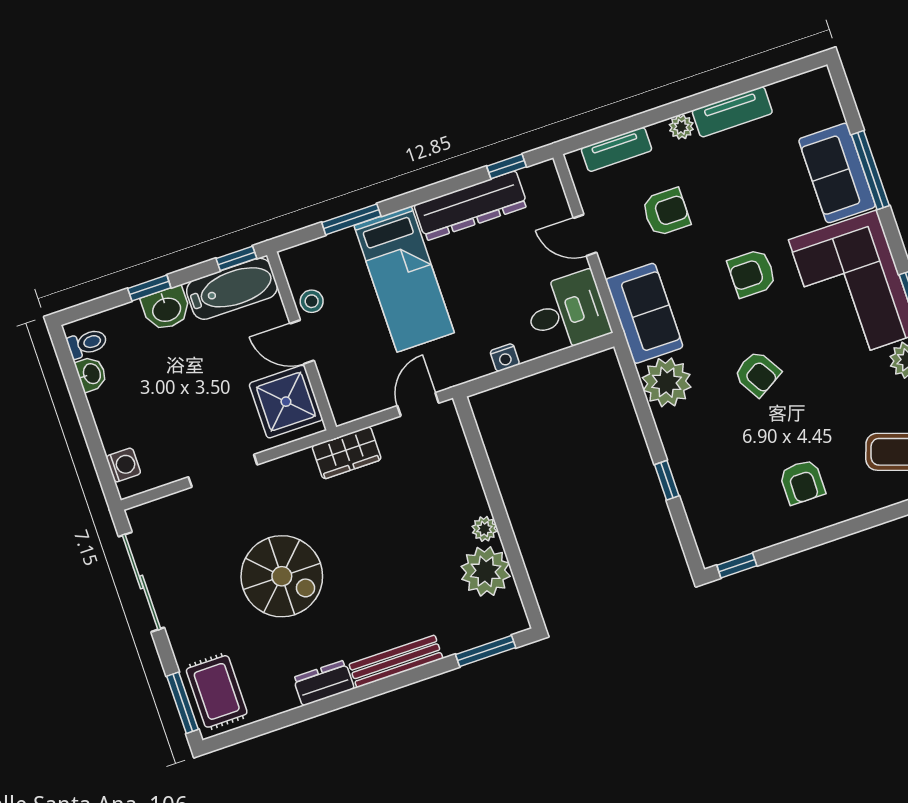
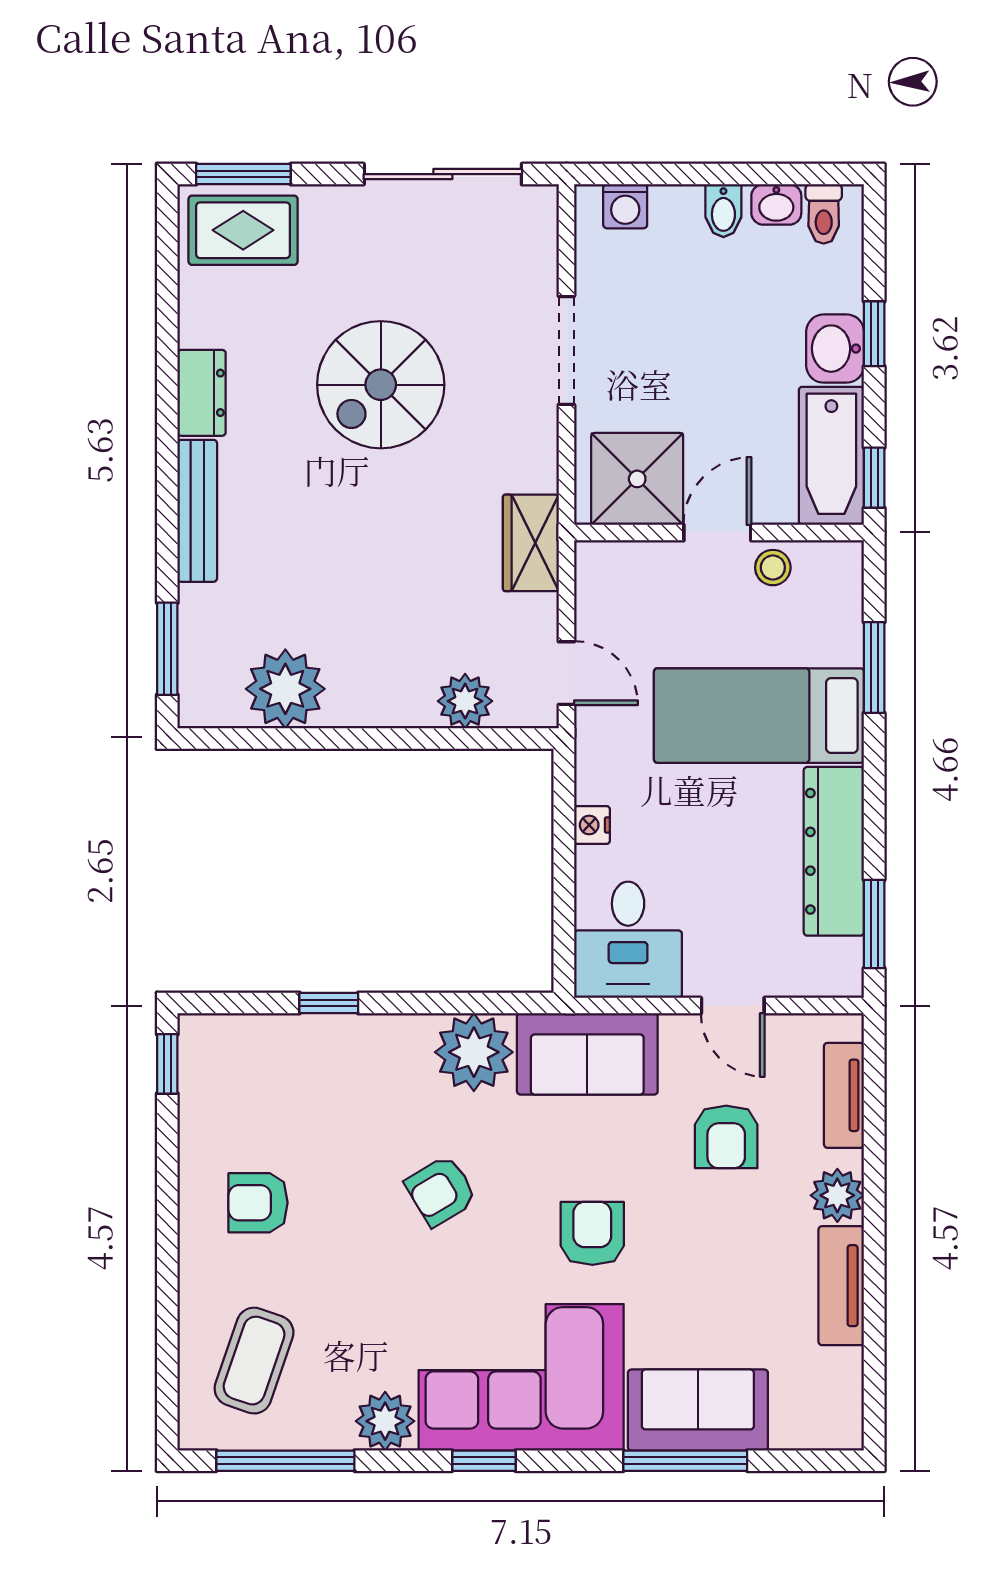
plant: (681, 127) -> (837, 1195), width x1.38, depth x1.38
window: (507, 166) -> (874, 924), width x1.50
door: (585, 235) -> (733, 1006), swing flipped
bidet: (106, 405) -> (723, 211), added
plant: (484, 529) -> (465, 701), moved, width x1.38, depth x1.38

